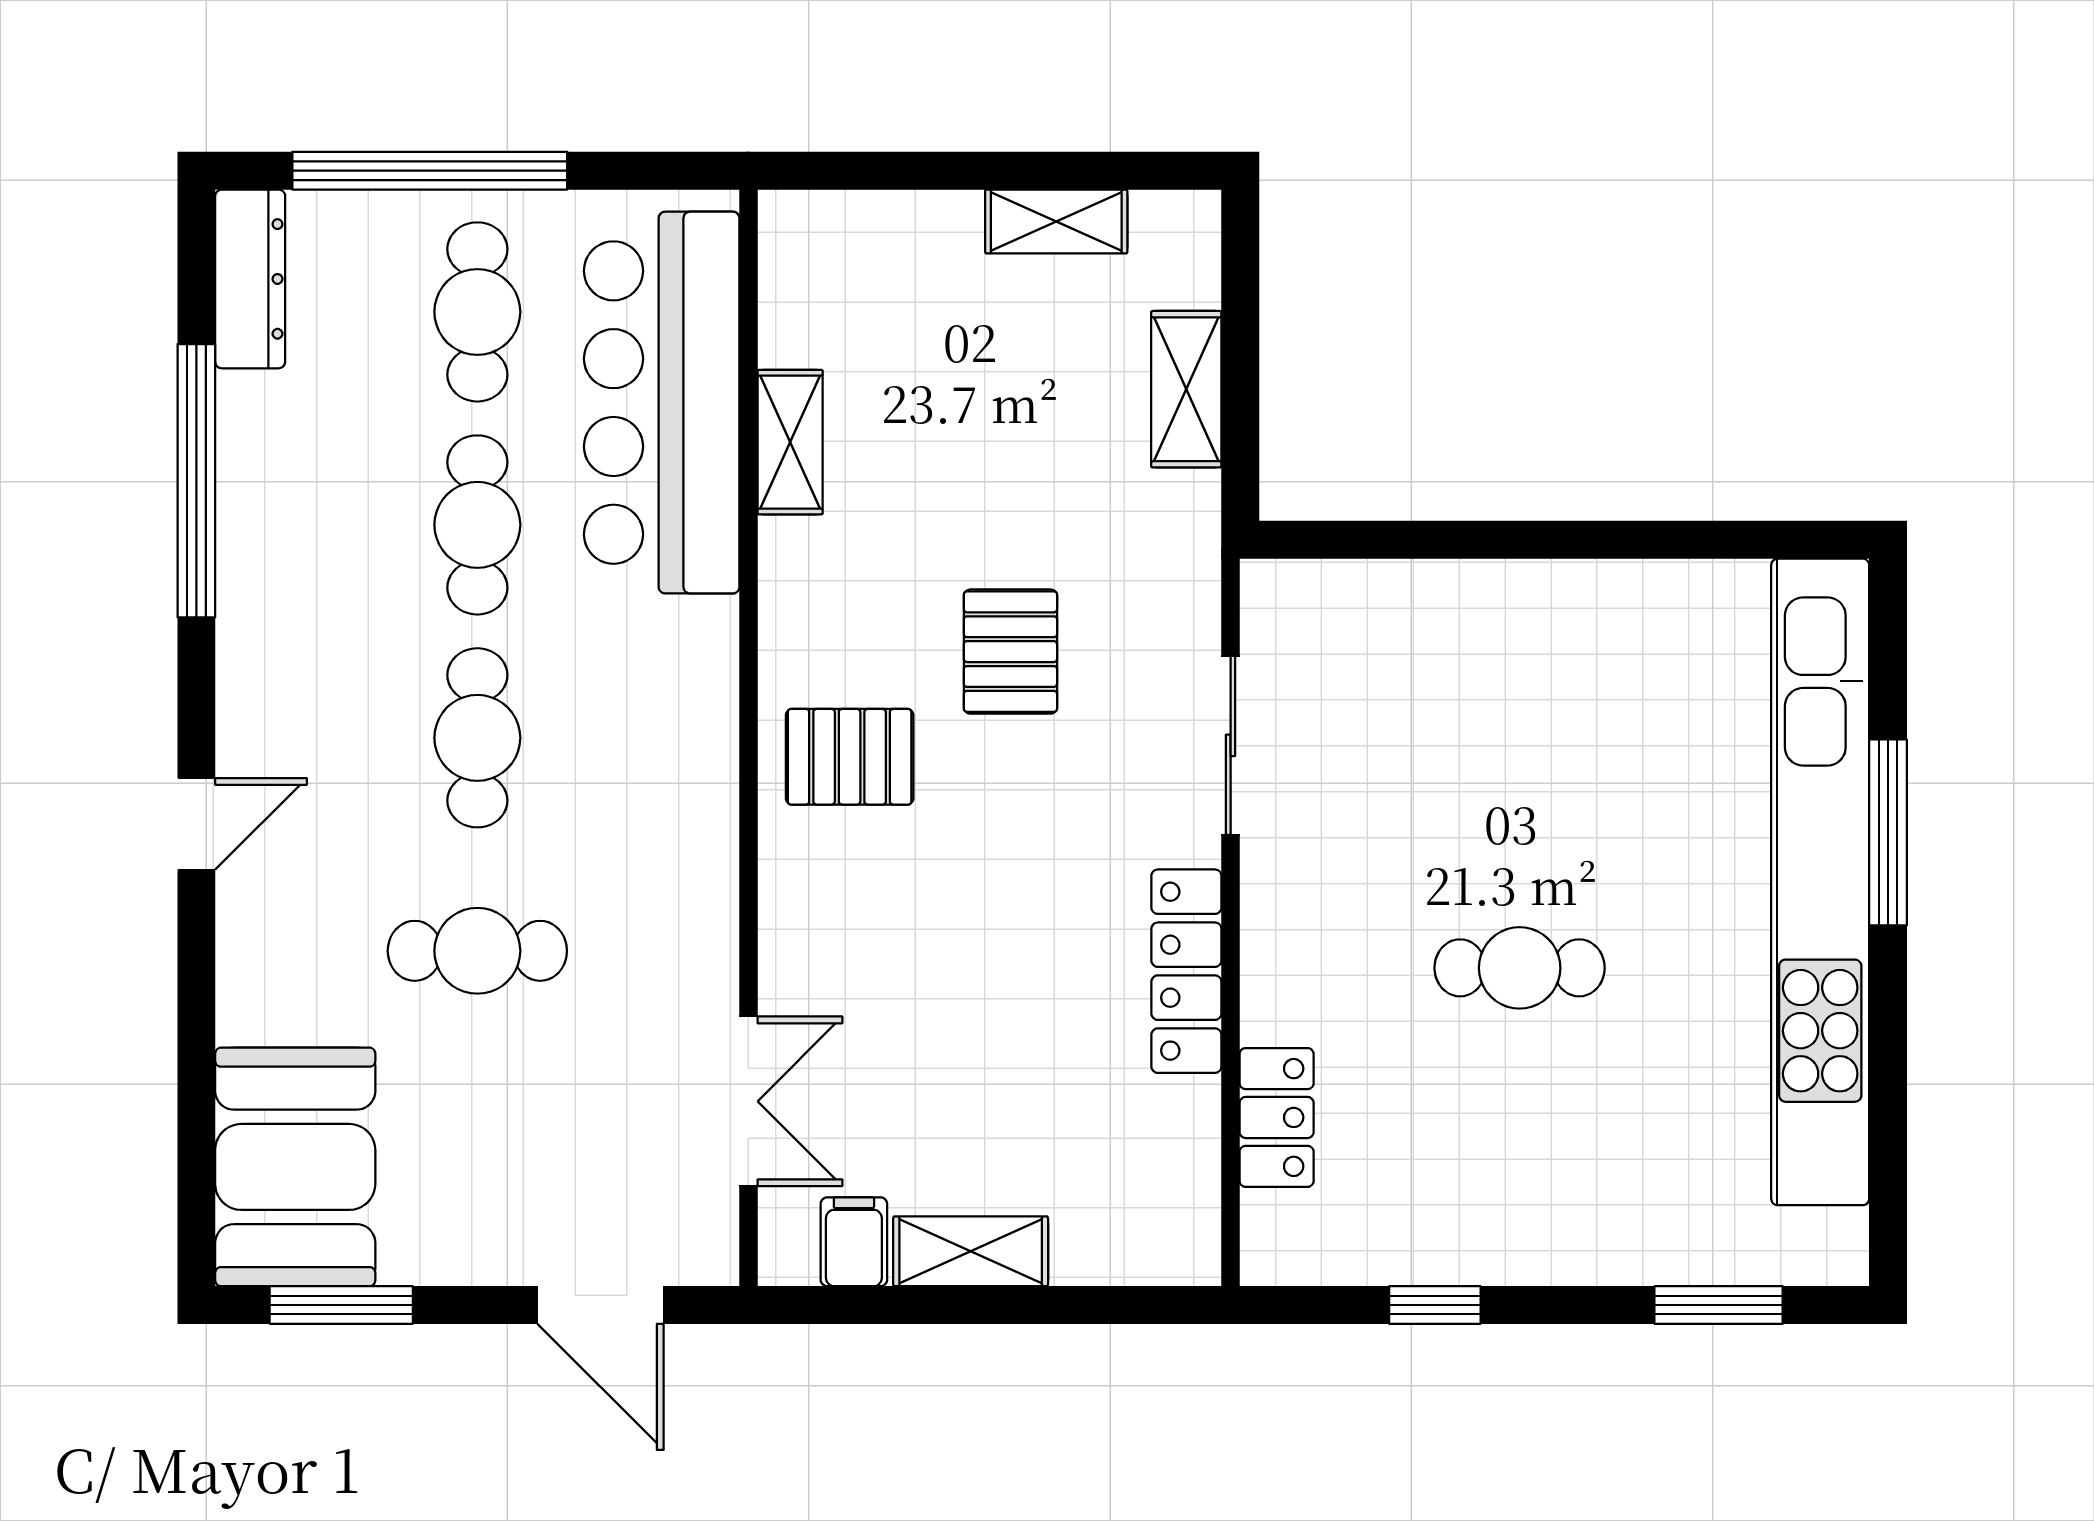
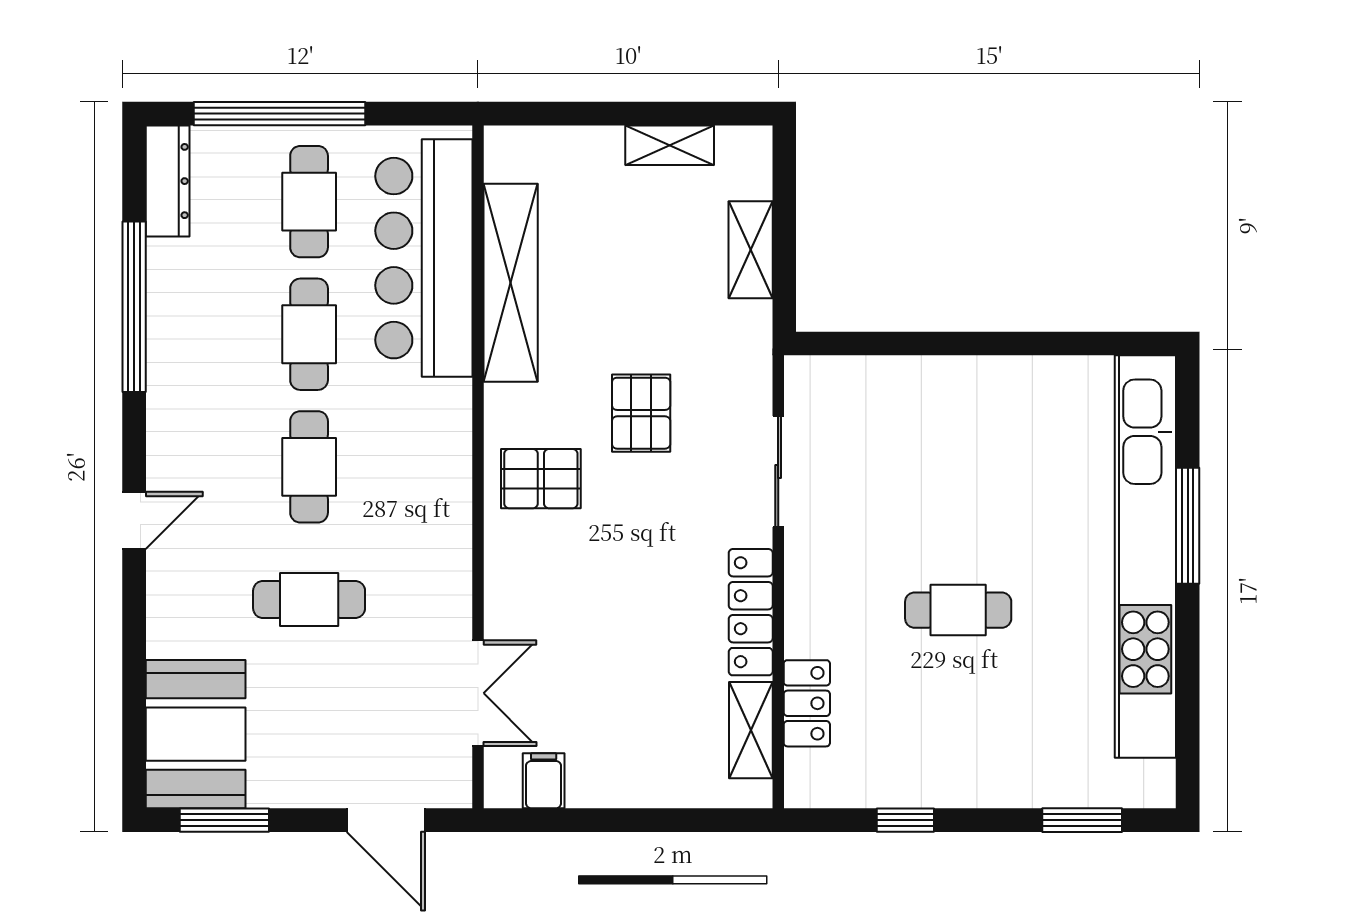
shelving: (790, 442) -> (511, 283), width x2.20, depth x1.33
shelving: (971, 1251) -> (751, 730), moved, turned 90

